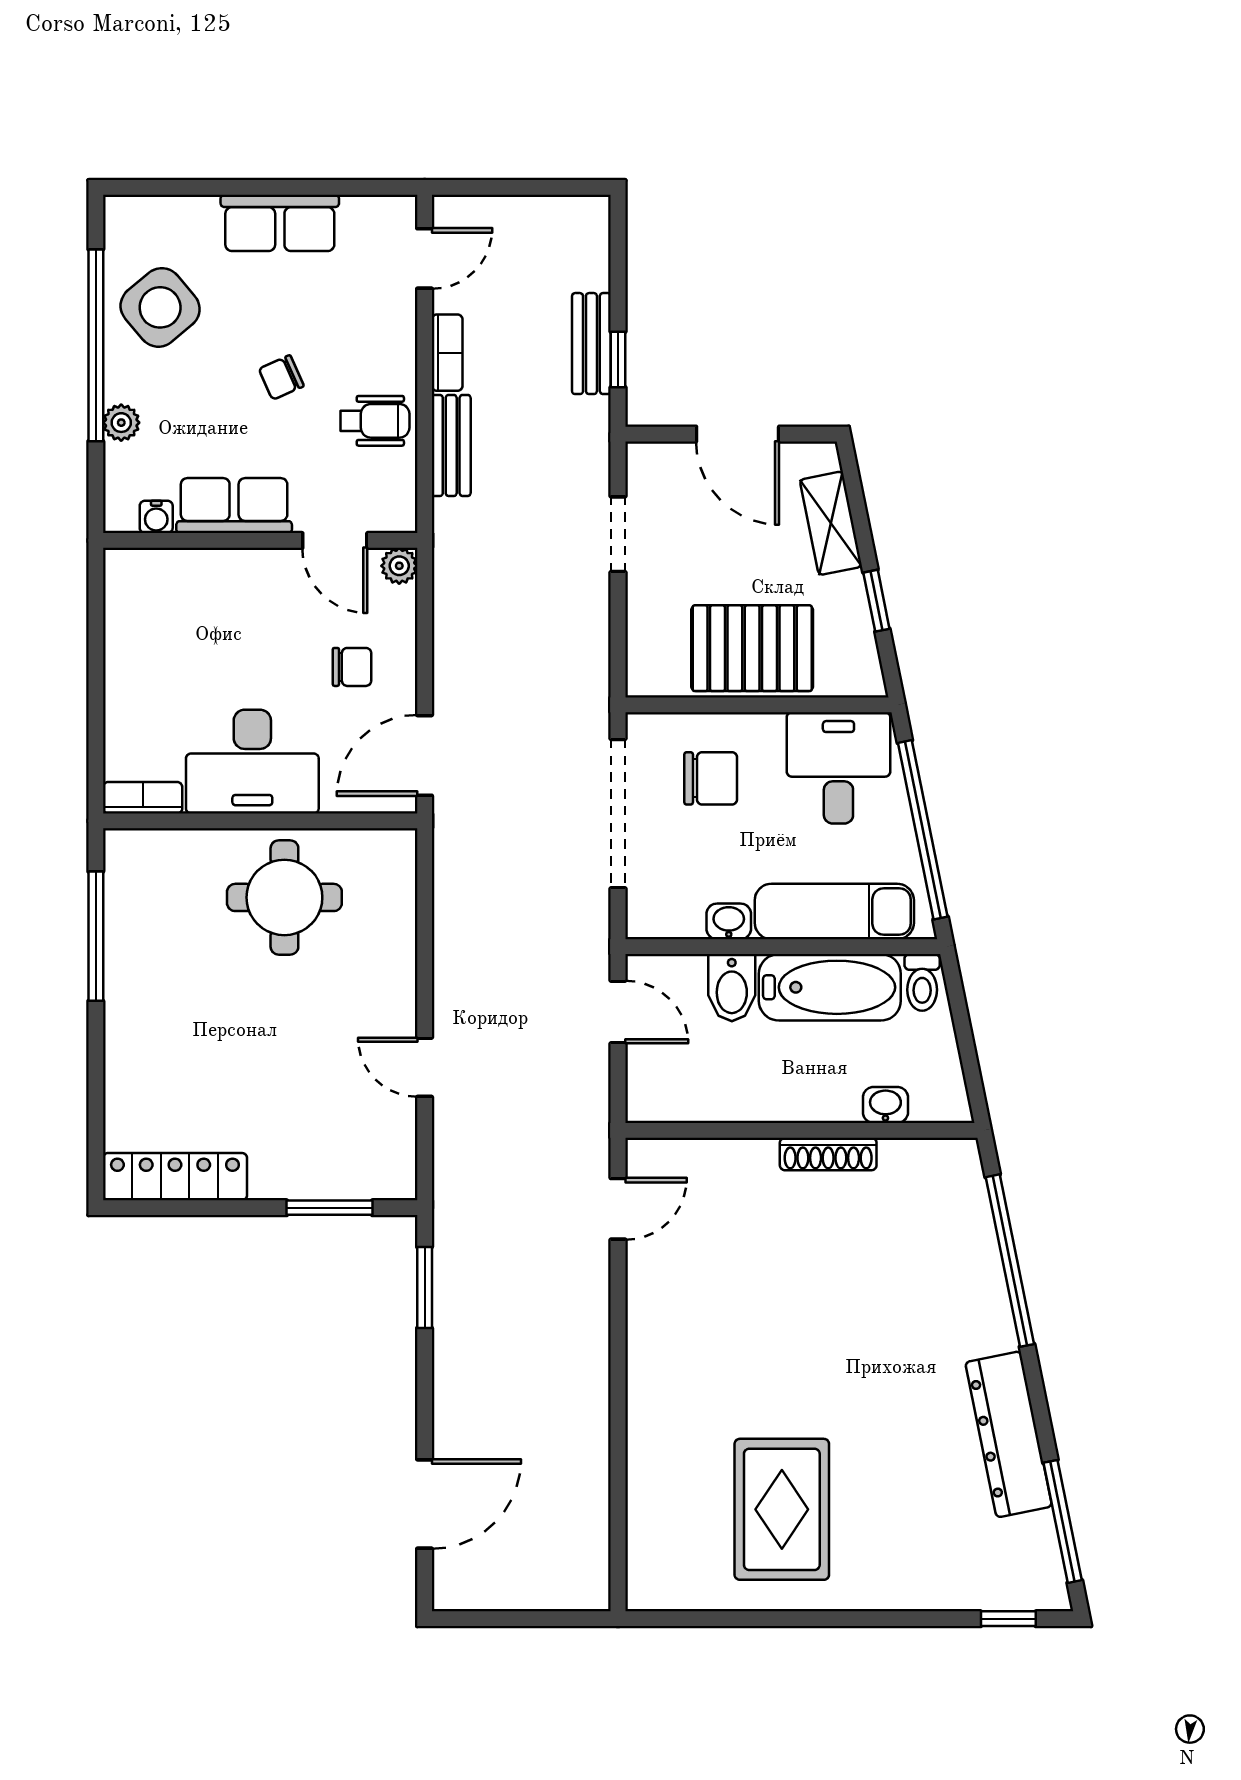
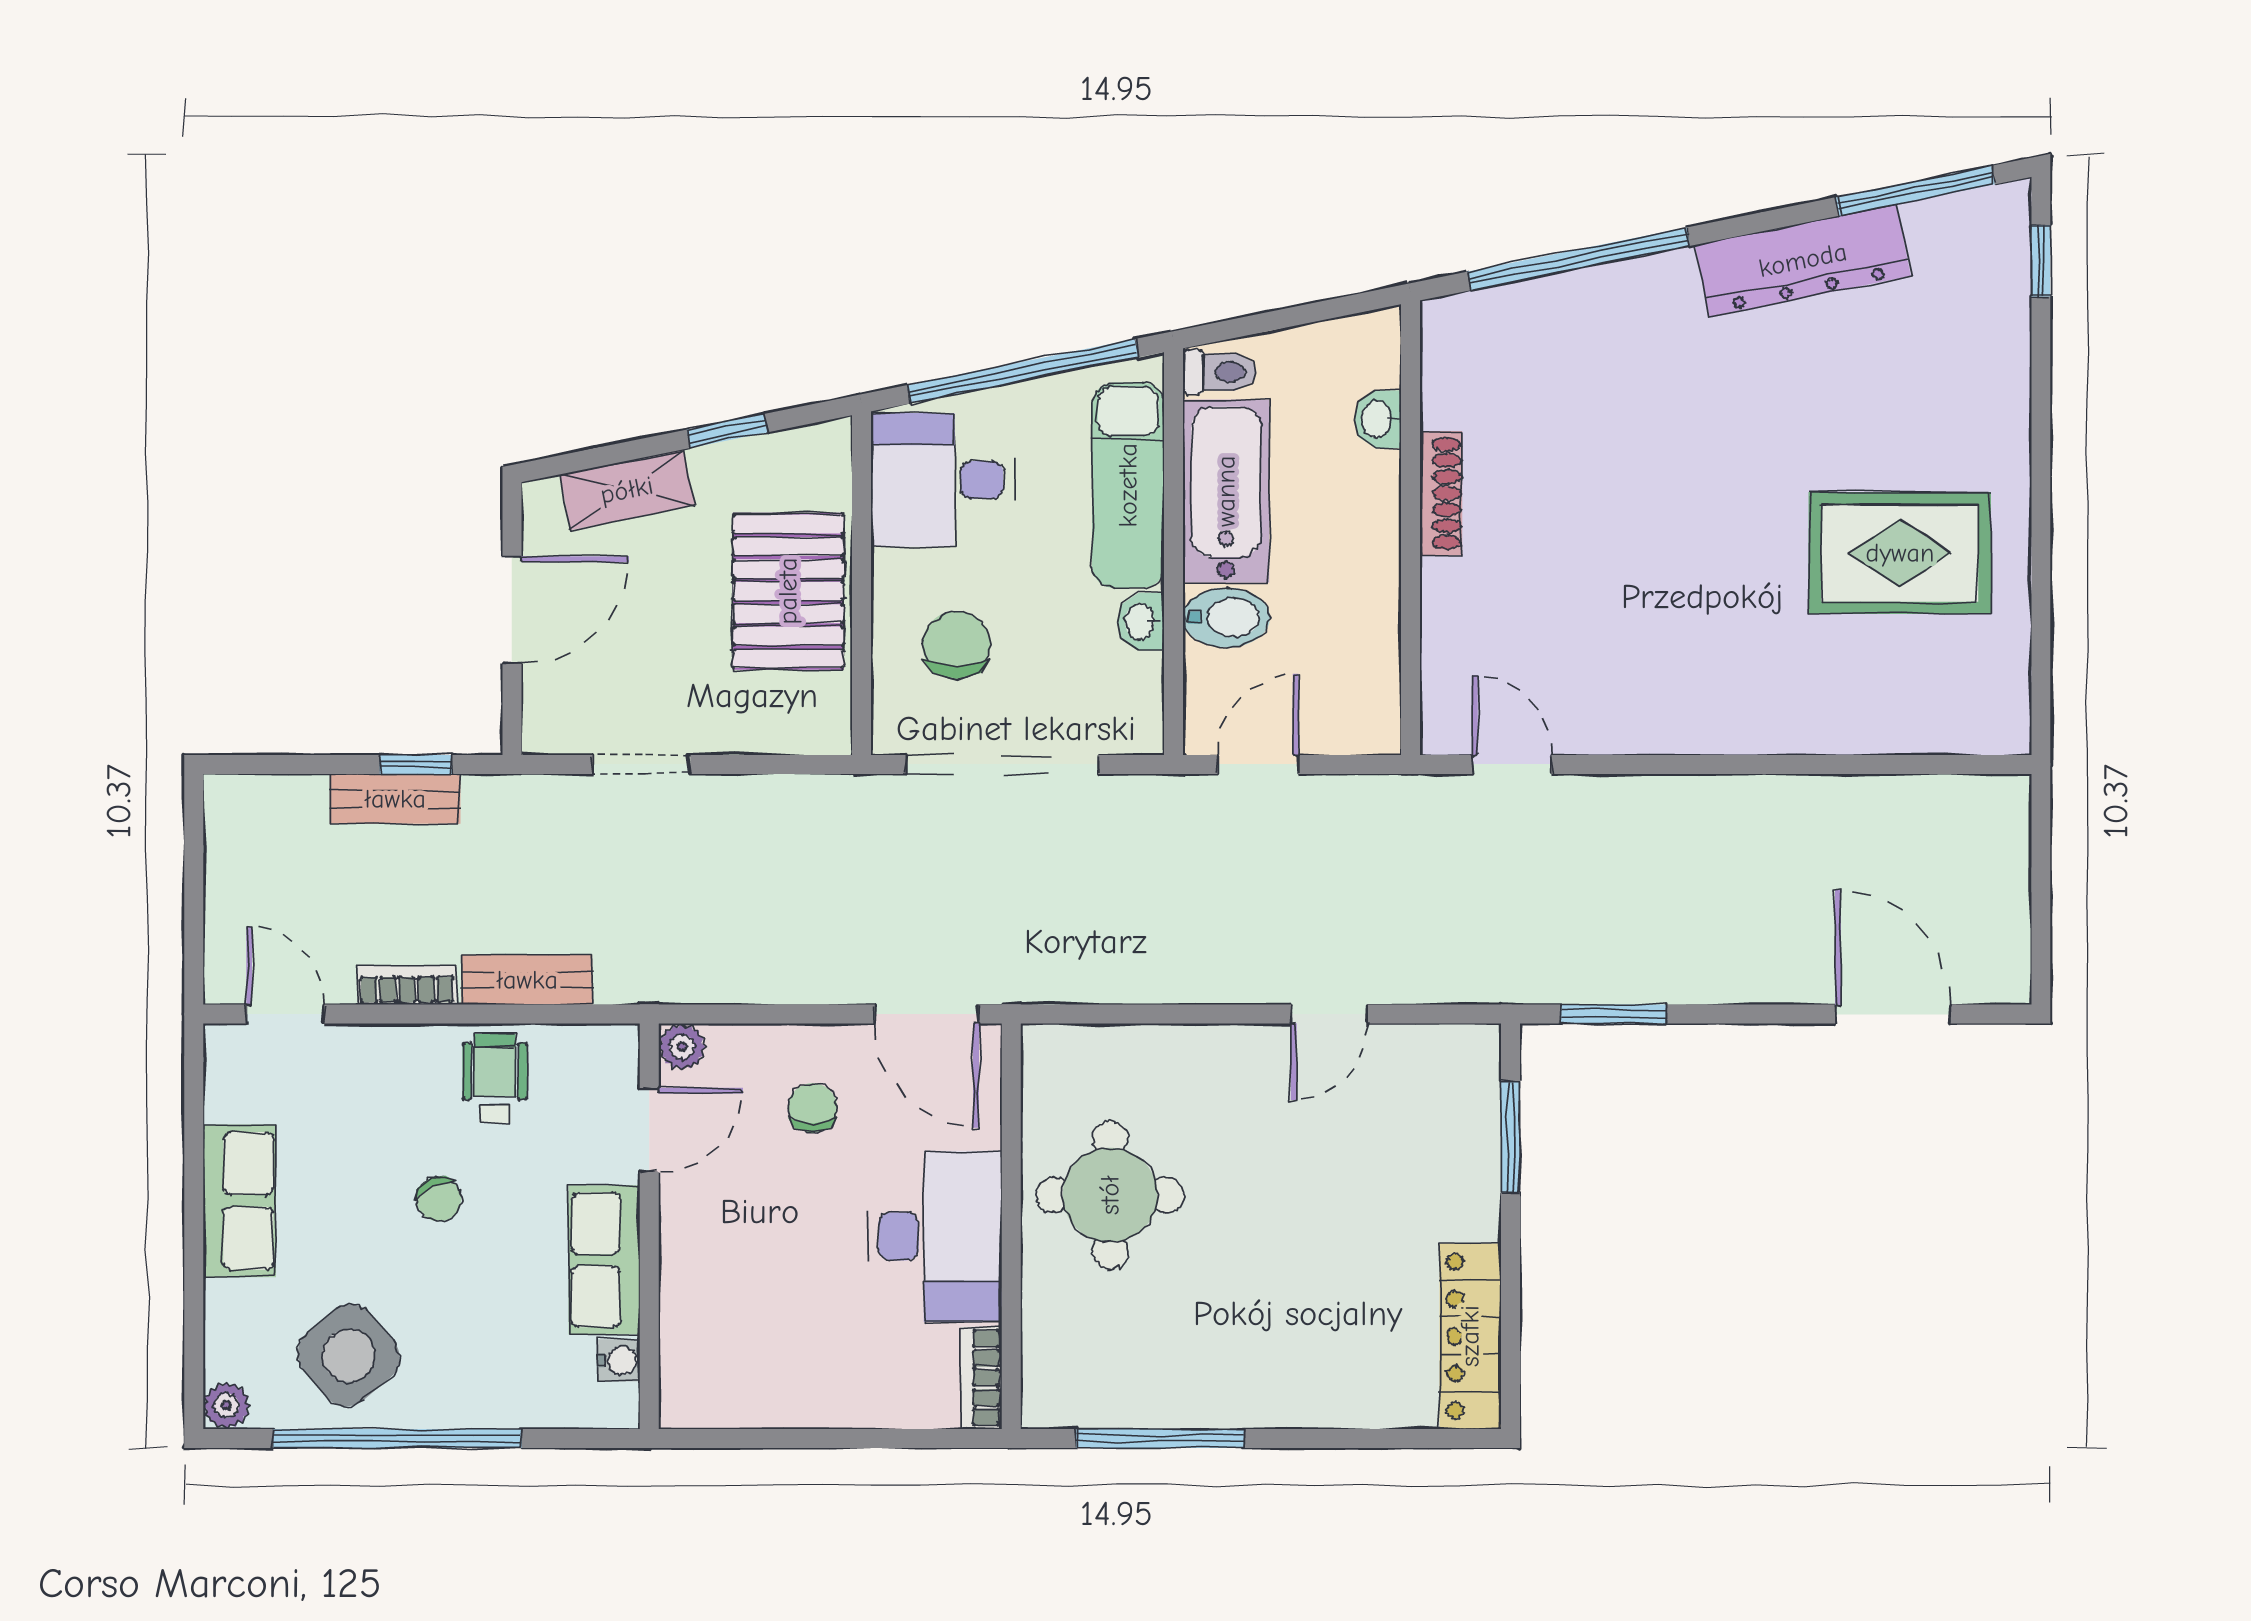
plant: (121, 423) -> (227, 1406), moved

